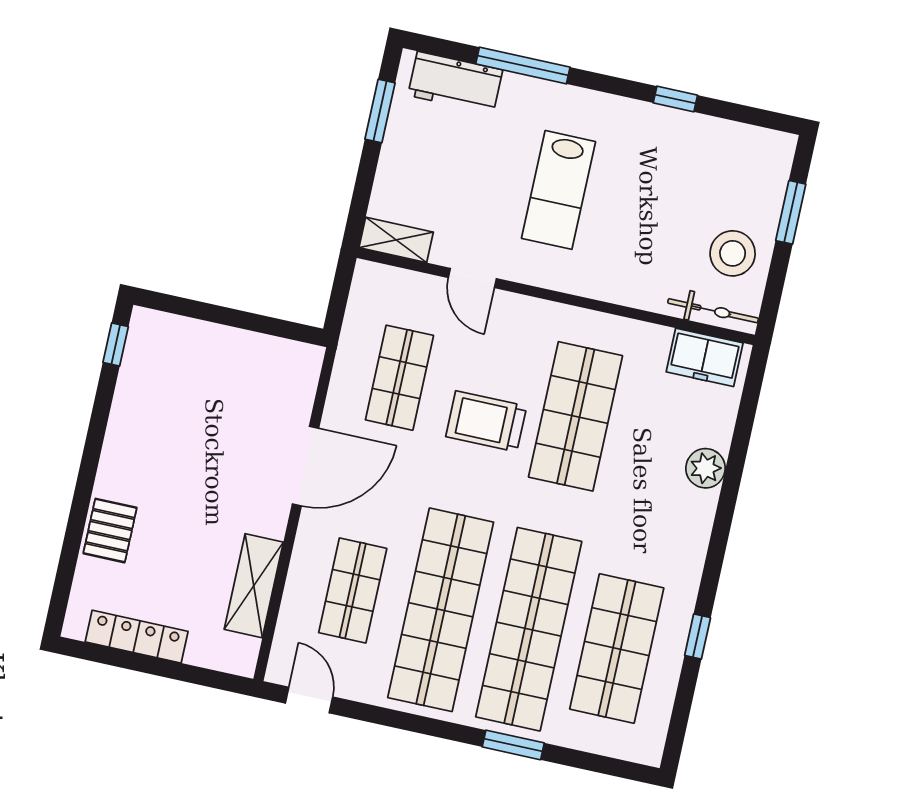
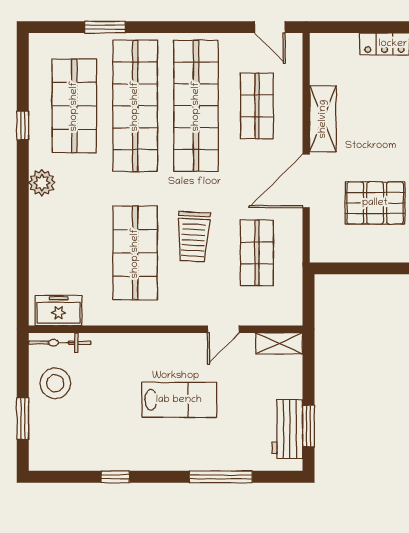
workbench: (455, 83) -> (287, 429), moved, turned -90
lab bench: (559, 190) -> (179, 400), turned 90
door: (472, 278) -> (223, 329), swing flipped
pallet: (213, 412) -> (375, 203), added
trolley: (486, 421) -> (193, 237), turned 93
plant: (706, 468) -> (42, 183), moved
shelving: (254, 586) -> (323, 119), moved
window: (513, 745) -> (105, 27), moved

